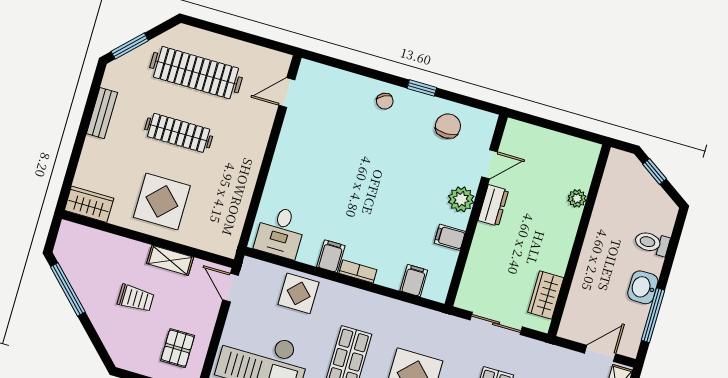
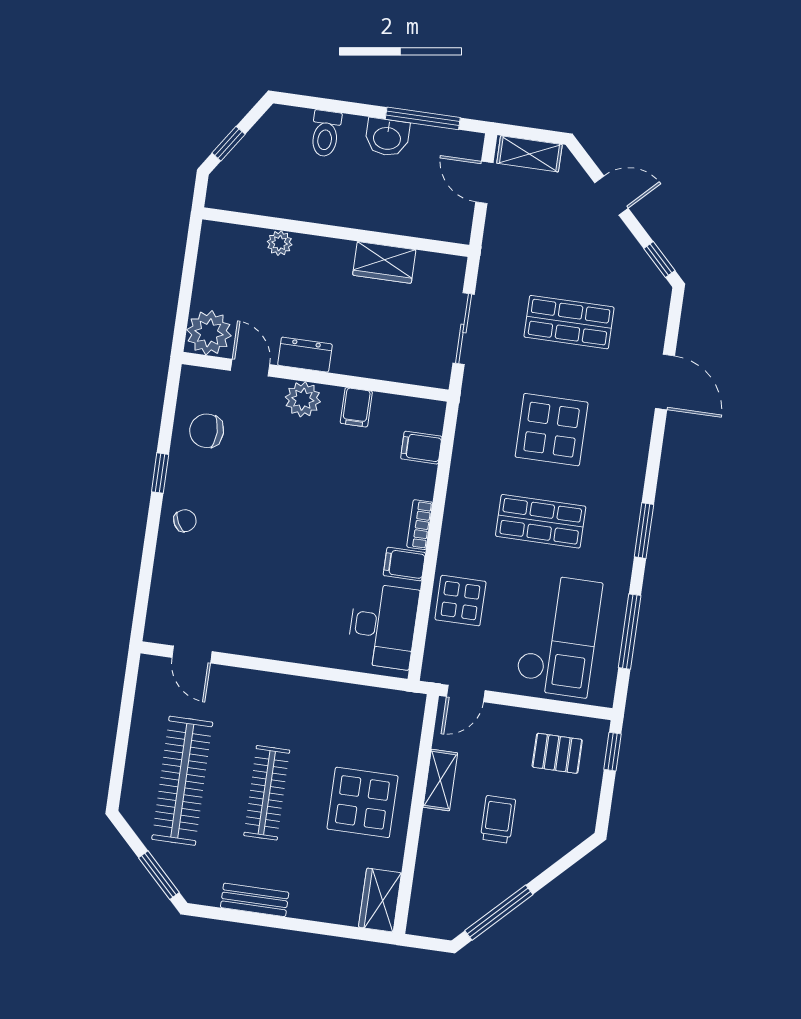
plant: (519, 138) -> (209, 333), added
desk: (280, 232) -> (383, 626), width x1.37
wardrobe: (546, 295) -> (384, 262), moved

